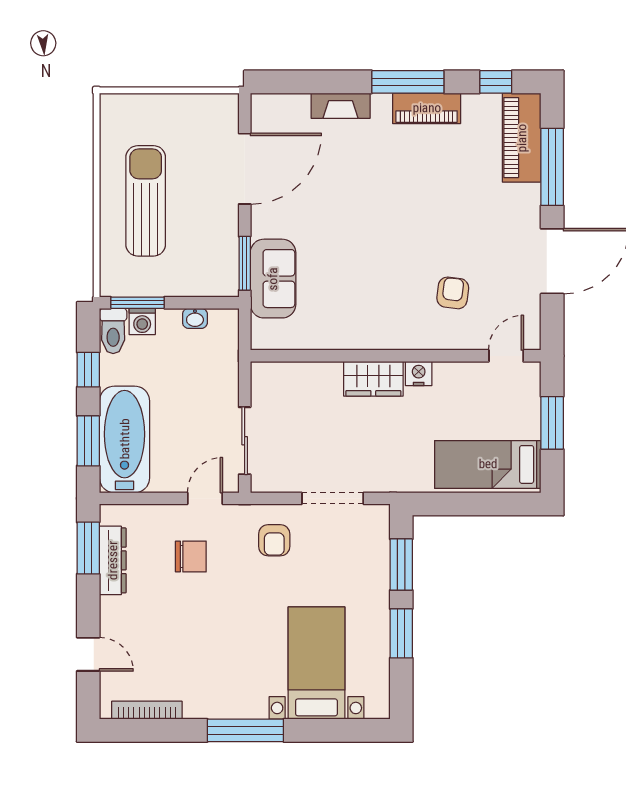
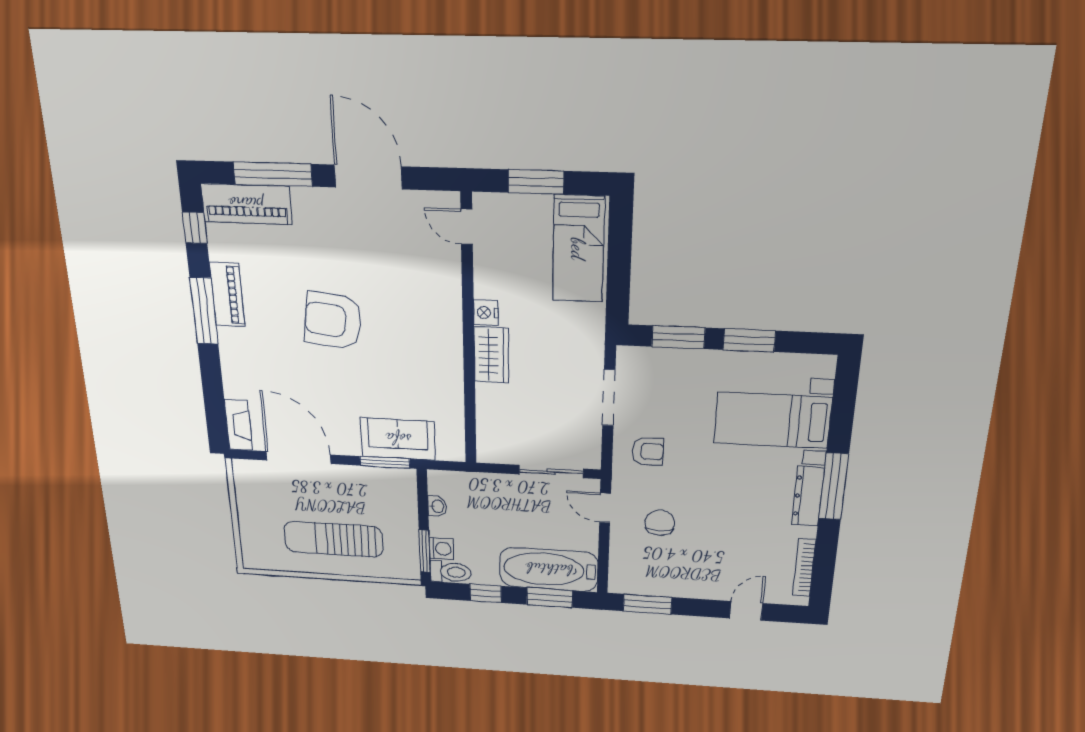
fireplace: (341, 106) -> (238, 425), moved
armchair: (453, 293) -> (333, 321), moved, width x1.88, depth x1.88
dresser: (113, 560) -> (808, 496), moved, turned -90

